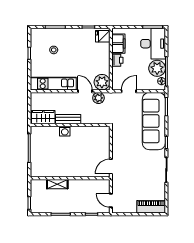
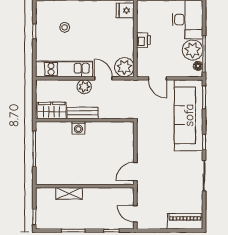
filing cabinet: (118, 44) -> (145, 19), removed
door: (129, 91) -> (157, 78), swing flipped
plant: (98, 98) -> (84, 87), moved

